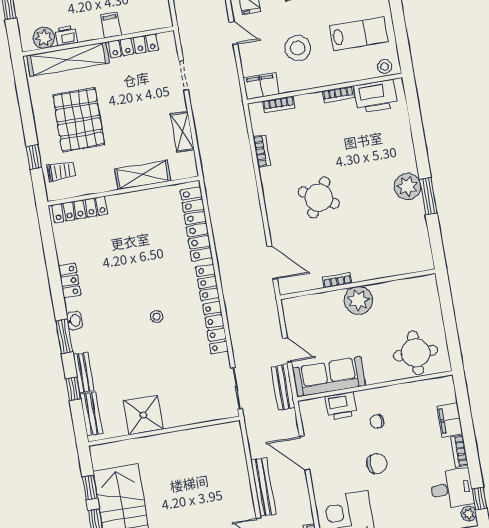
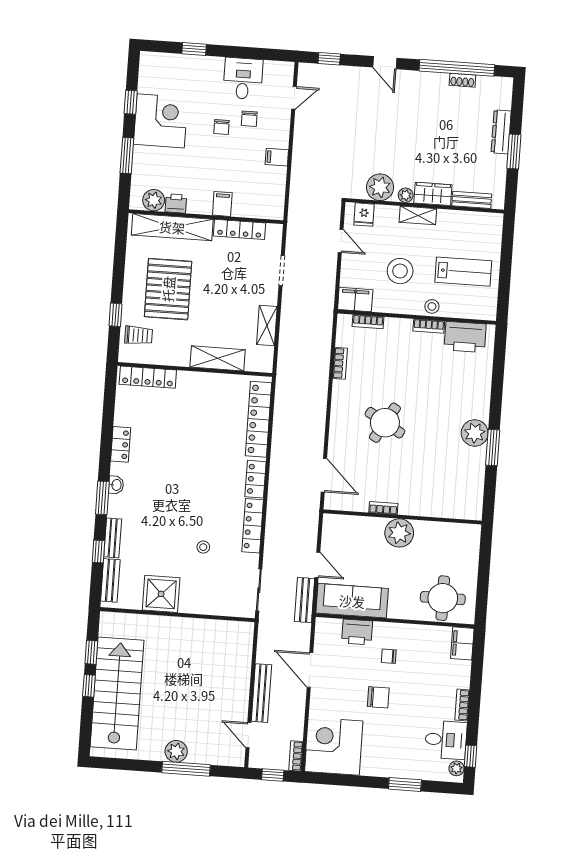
stool: (385, 67) -> (432, 306), moved
stool: (157, 317) -> (203, 547), moved
filing cabinet: (450, 420) -> (462, 643), moved

